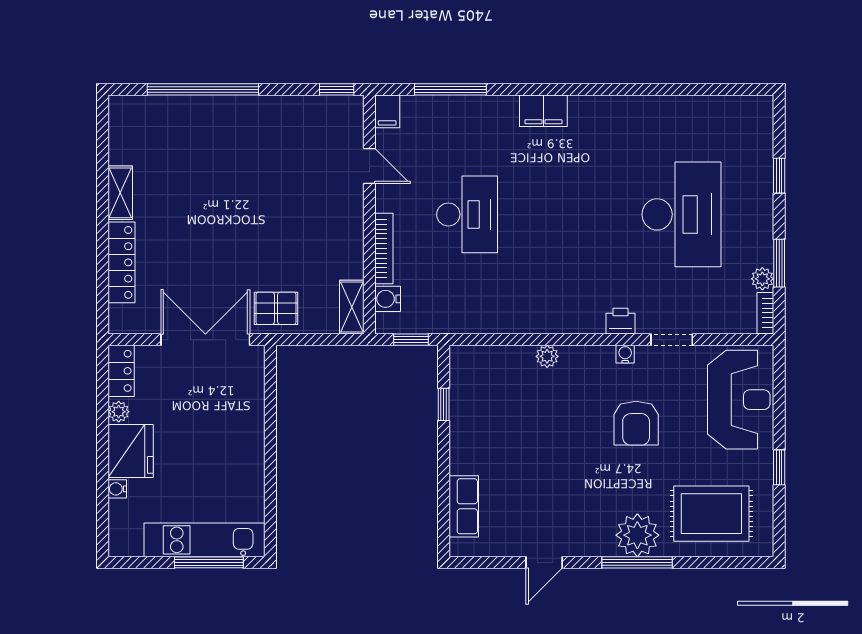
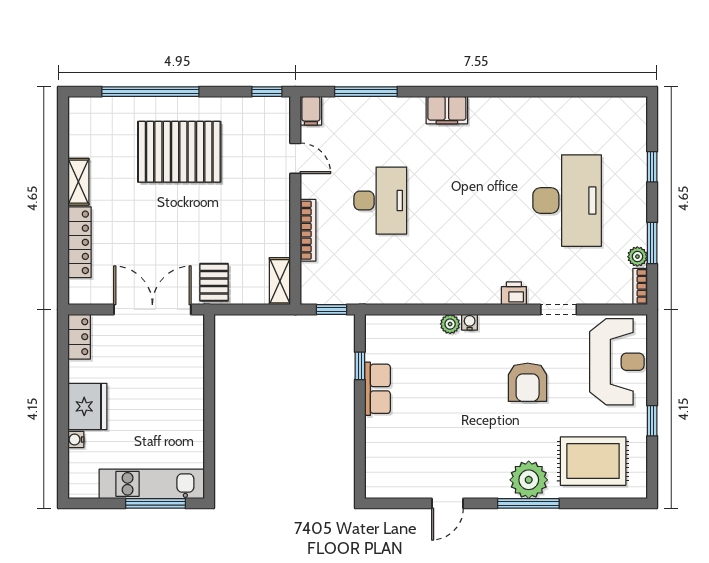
pallet: (236, 158) -> (179, 152), added
water cooler: (388, 299) -> (311, 274), removed
pallet: (276, 308) -> (214, 282), turned 90
water cooler: (625, 354) -> (470, 322), moved
plant: (119, 412) -> (77, 372), removed
row of seats: (464, 506) -> (378, 389), moved

